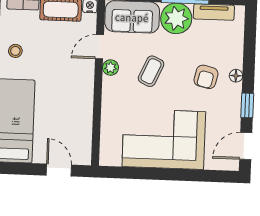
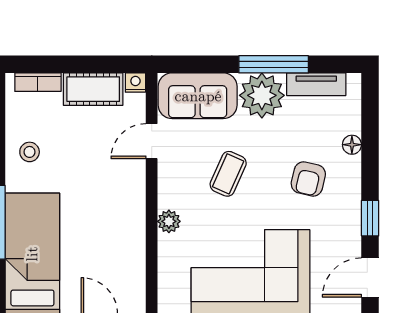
plant: (111, 68) -> (169, 221), moved
floor lamp: (236, 76) -> (352, 145), moved

